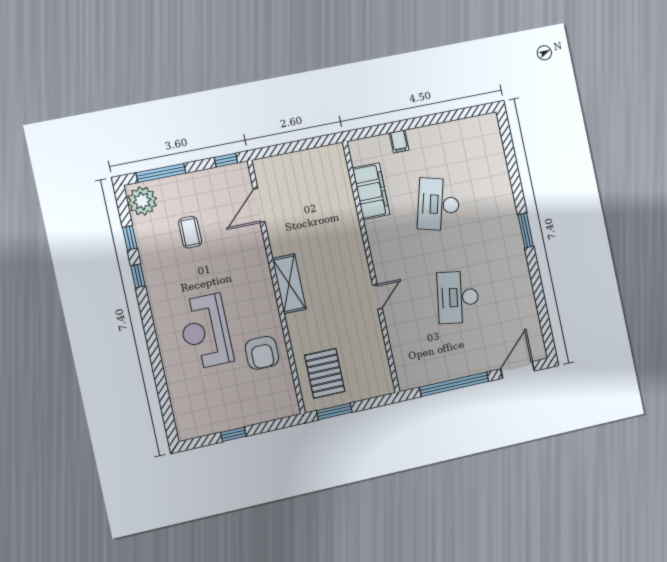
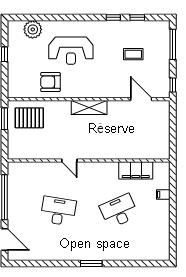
plant: (142, 201) -> (33, 29), moved
desk: (438, 204) -> (119, 211), turned -39
reception desk: (205, 331) -> (71, 51), turned 180

